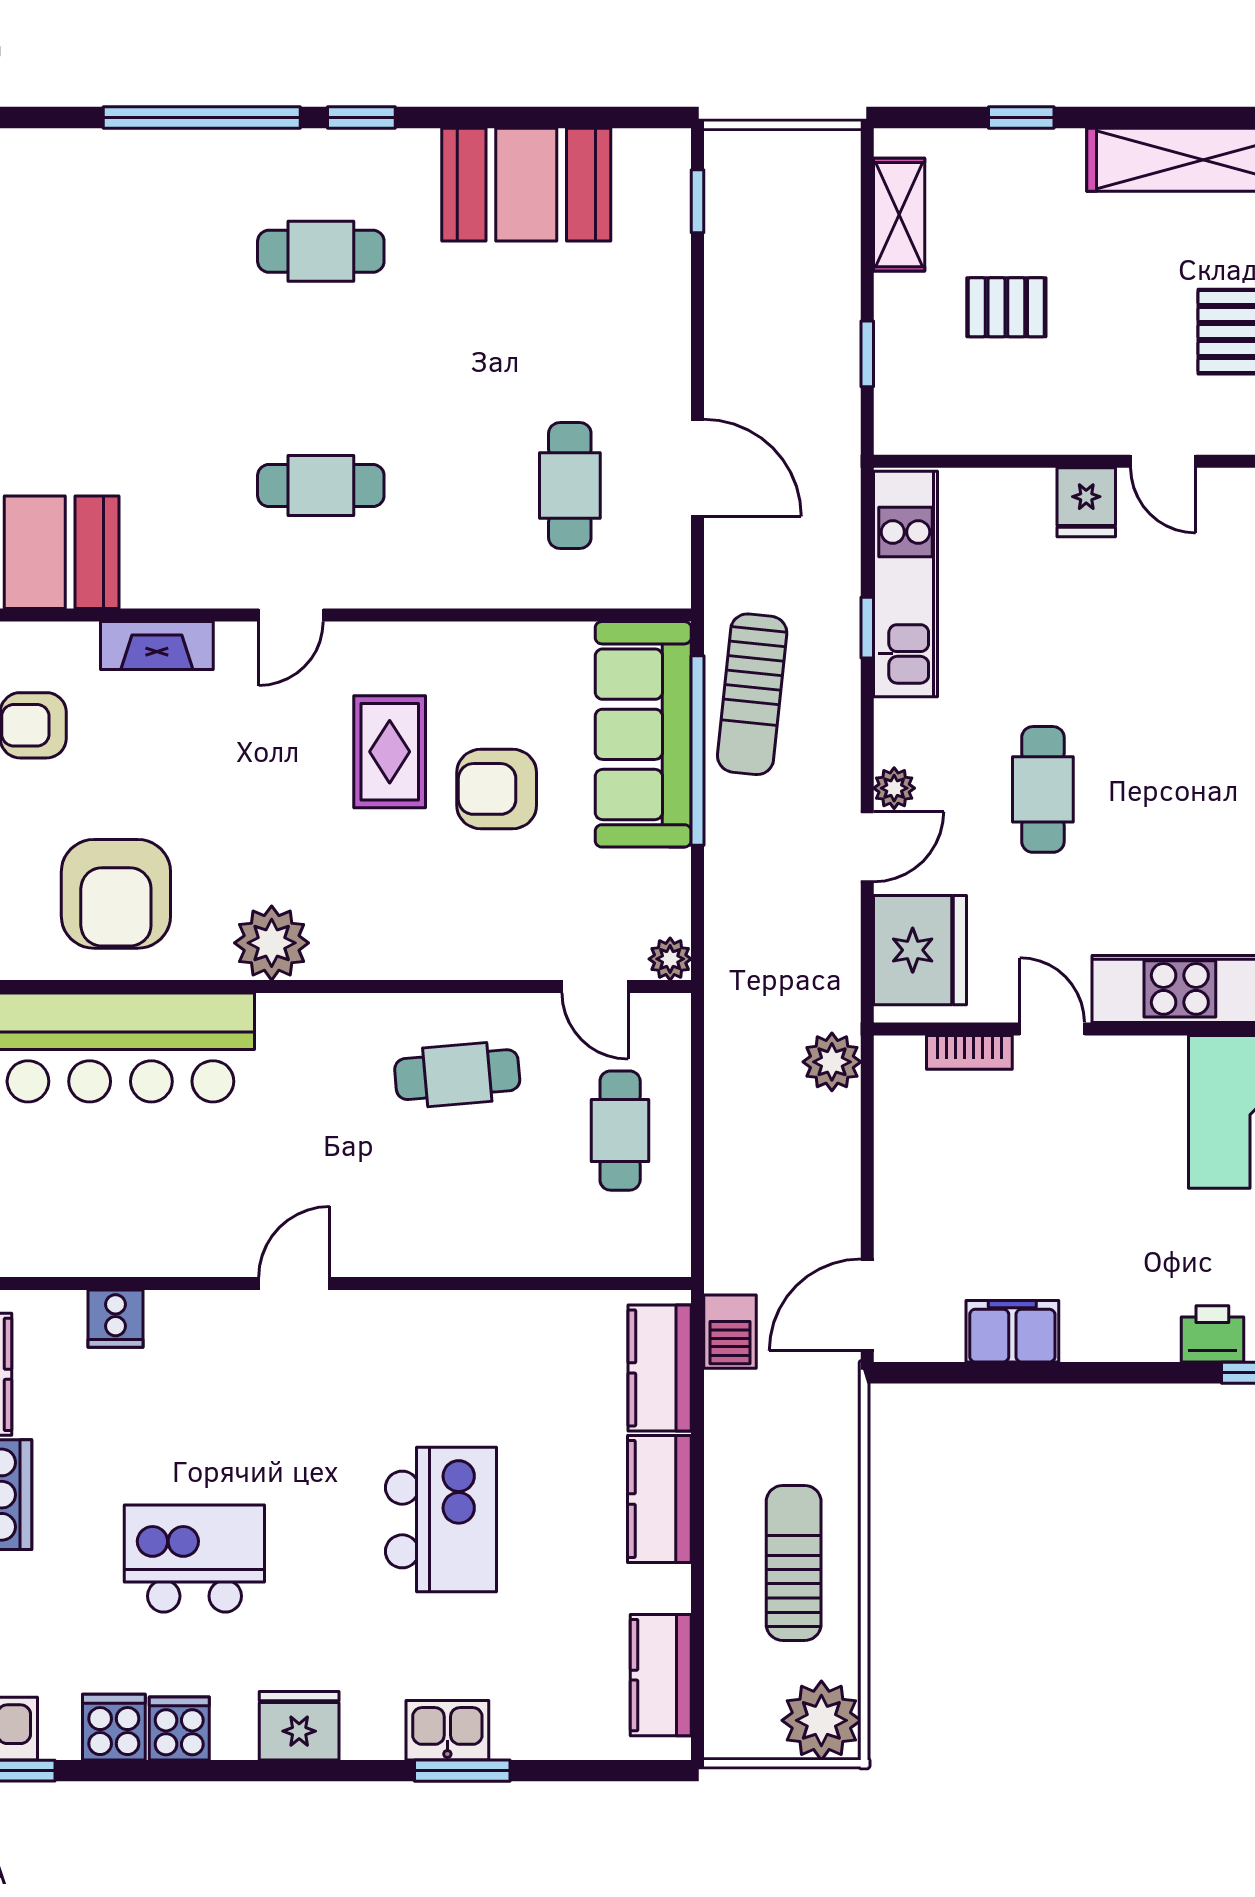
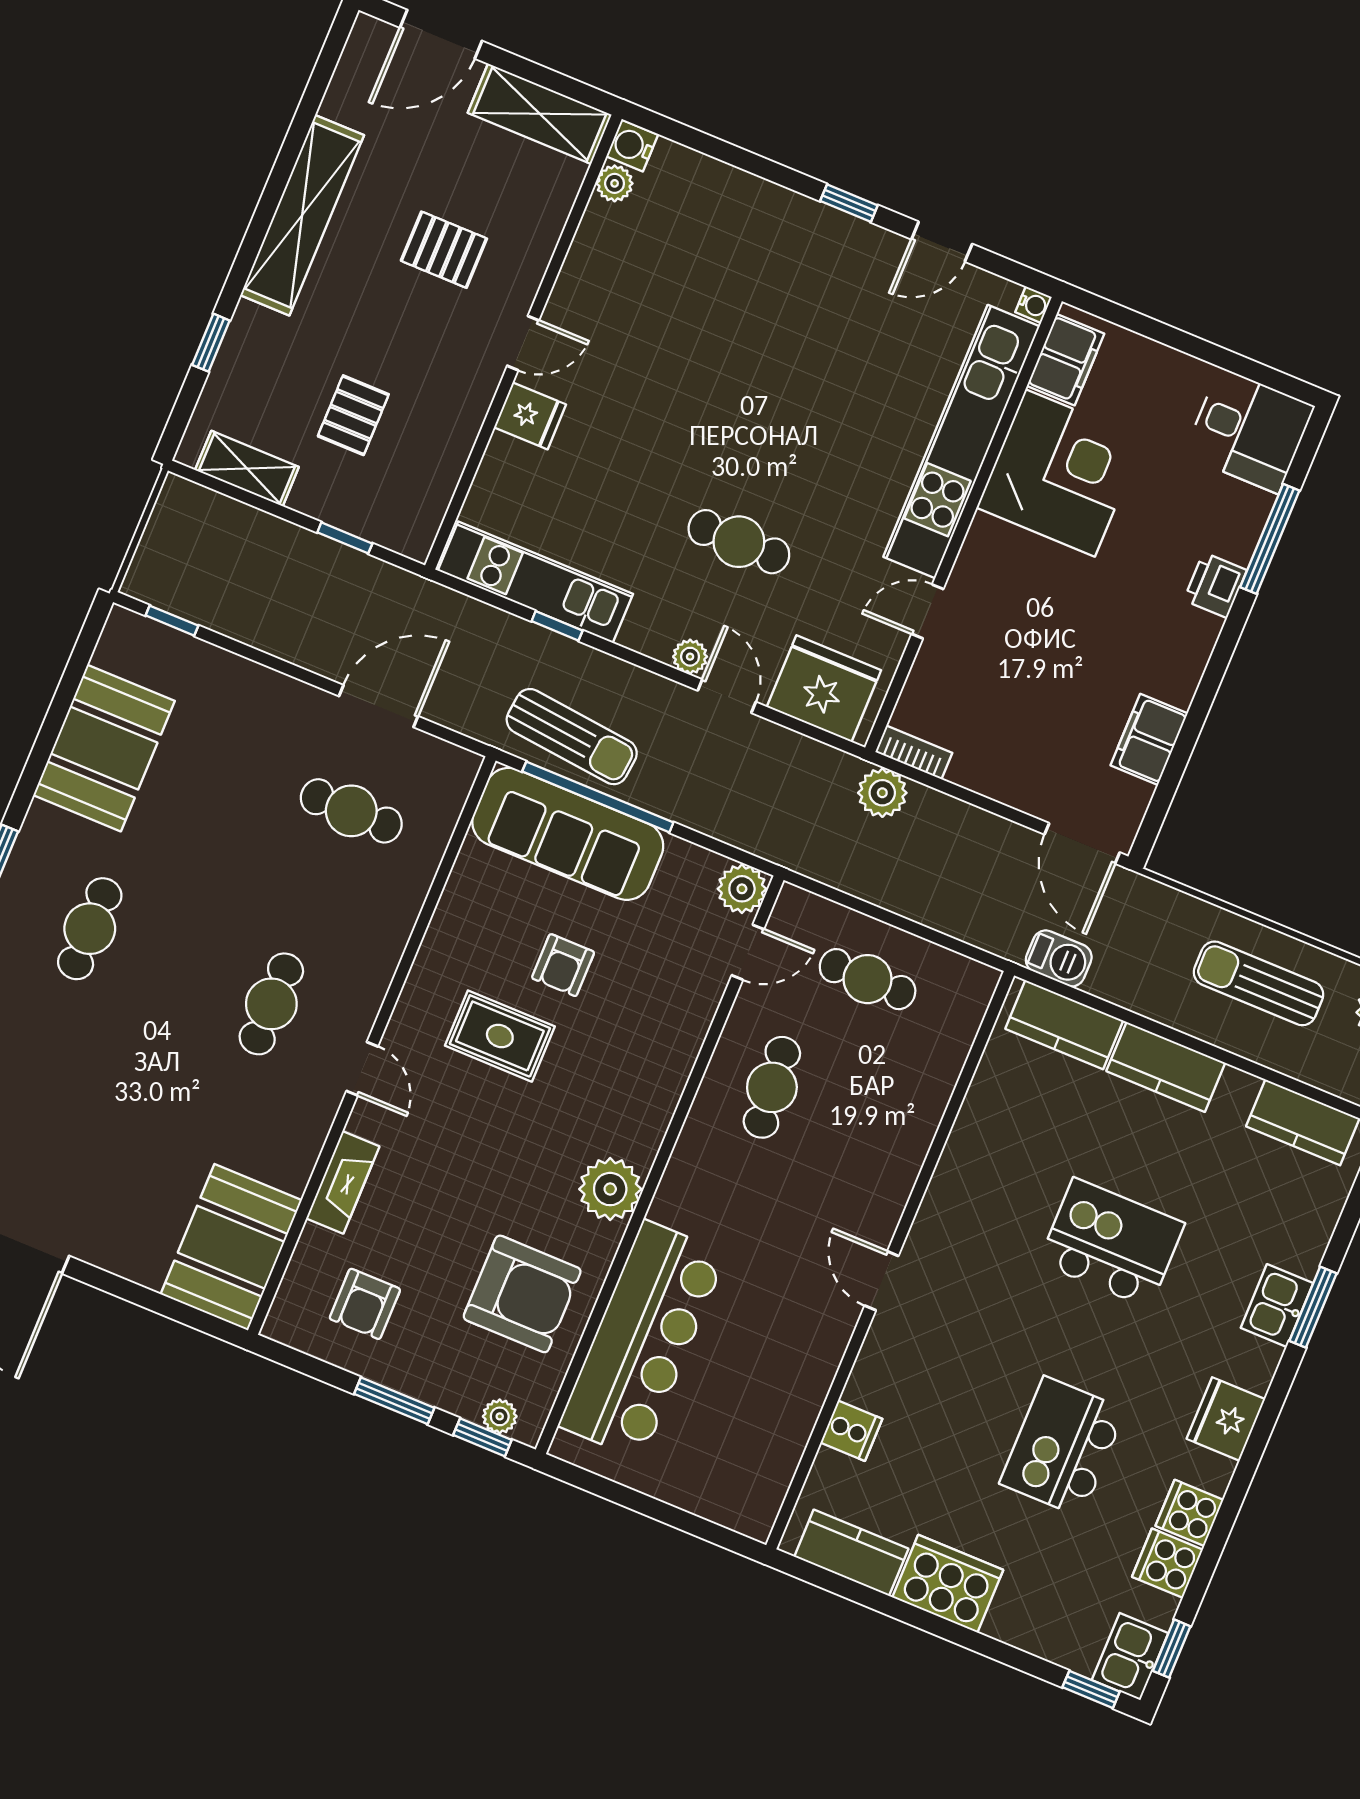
armchair: (497, 789) -> (563, 965), width x0.72, depth x0.72
plant: (670, 959) -> (742, 889), width x1.38, depth x1.38
bookcase: (969, 1052) -> (914, 752), moved, turned -90

